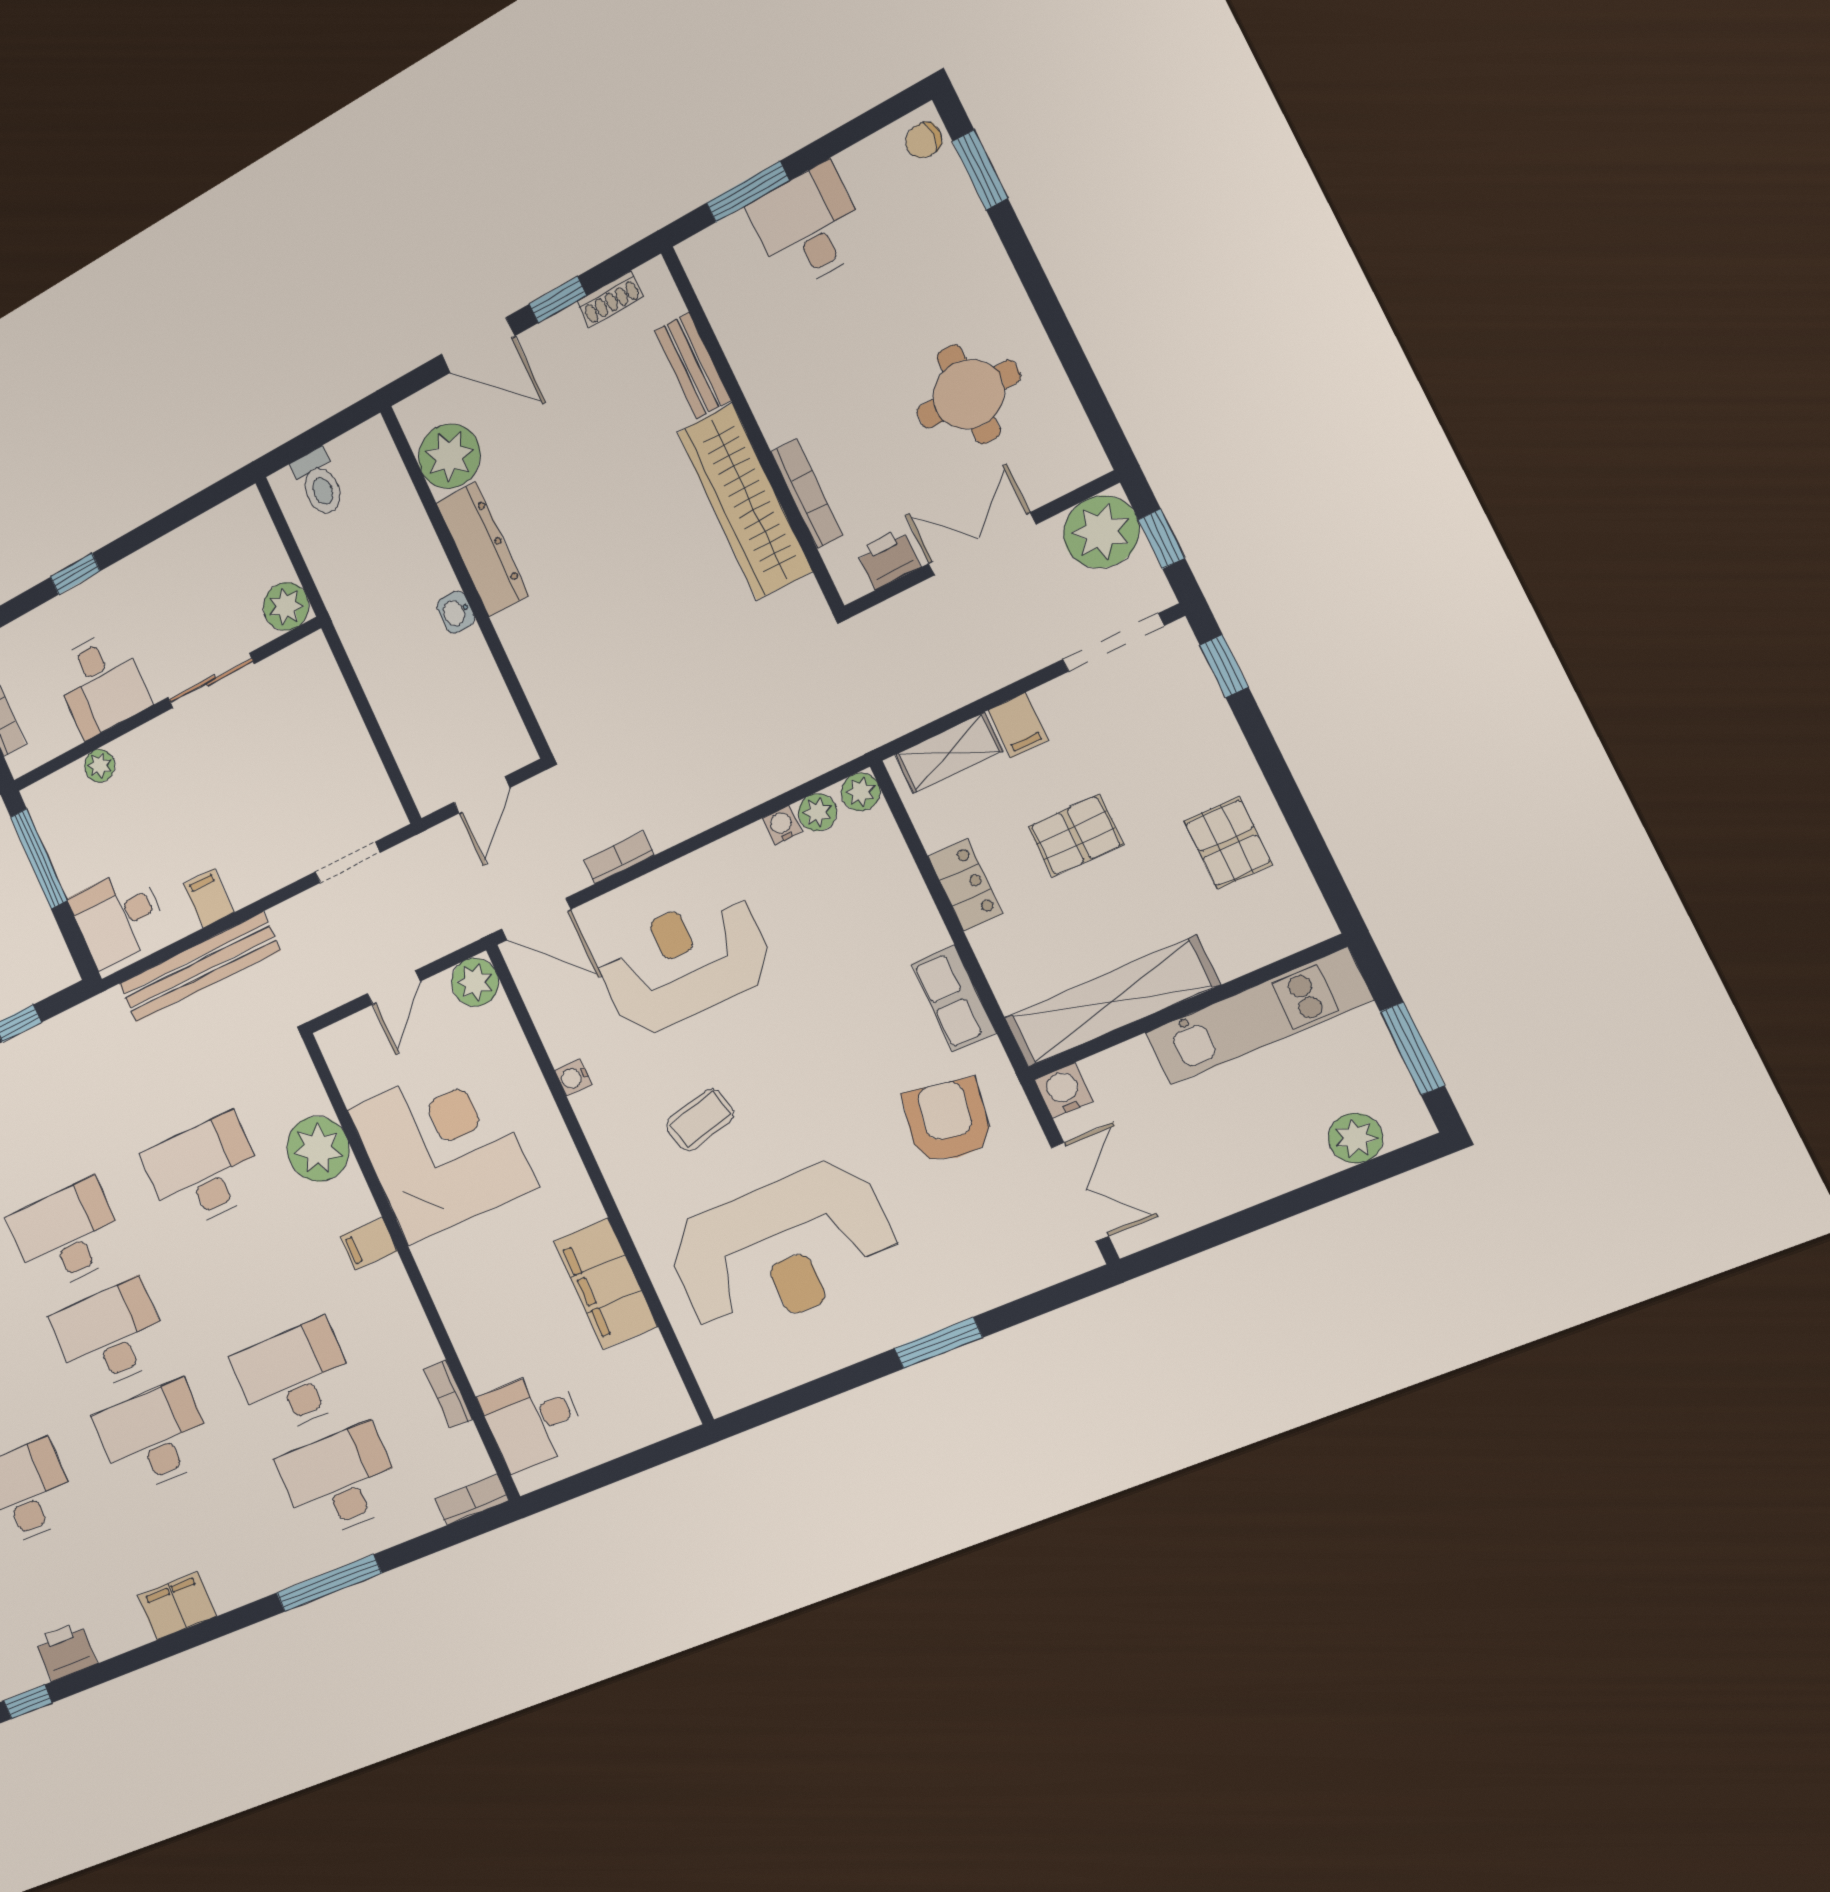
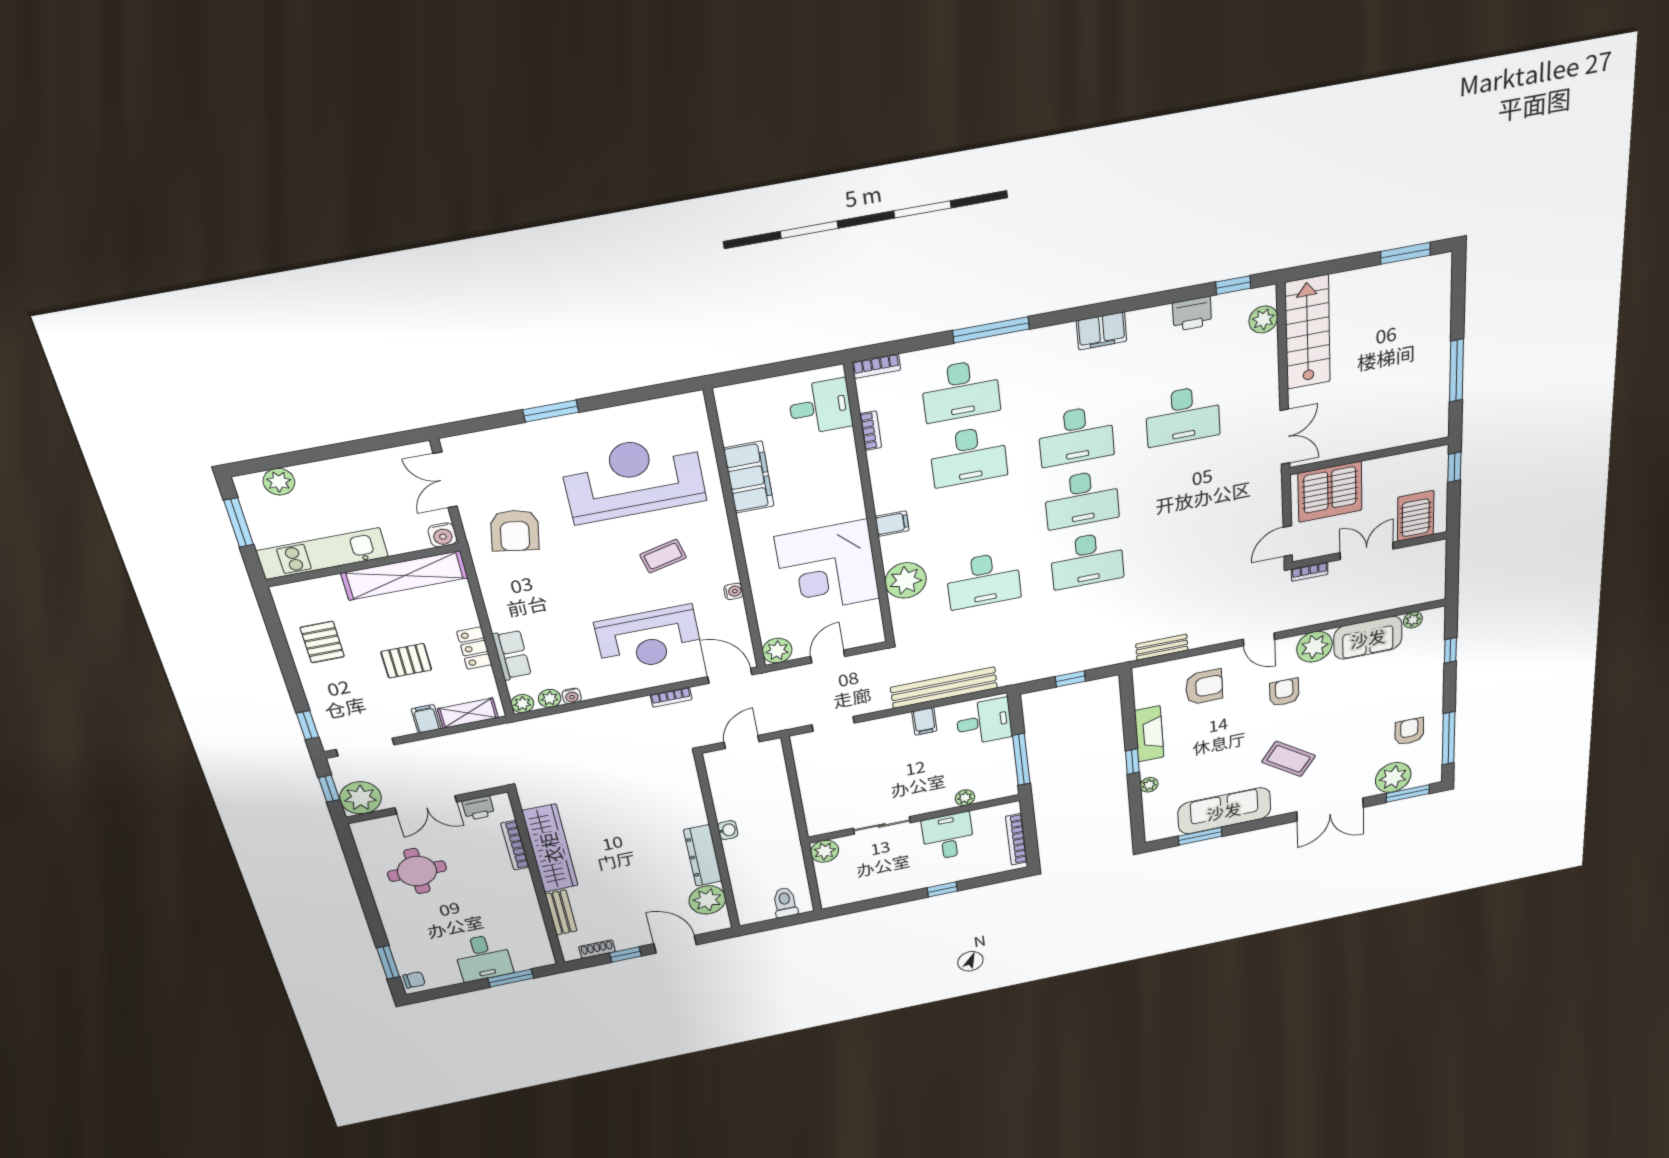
row of seats: (954, 998) -> (512, 655), moved

